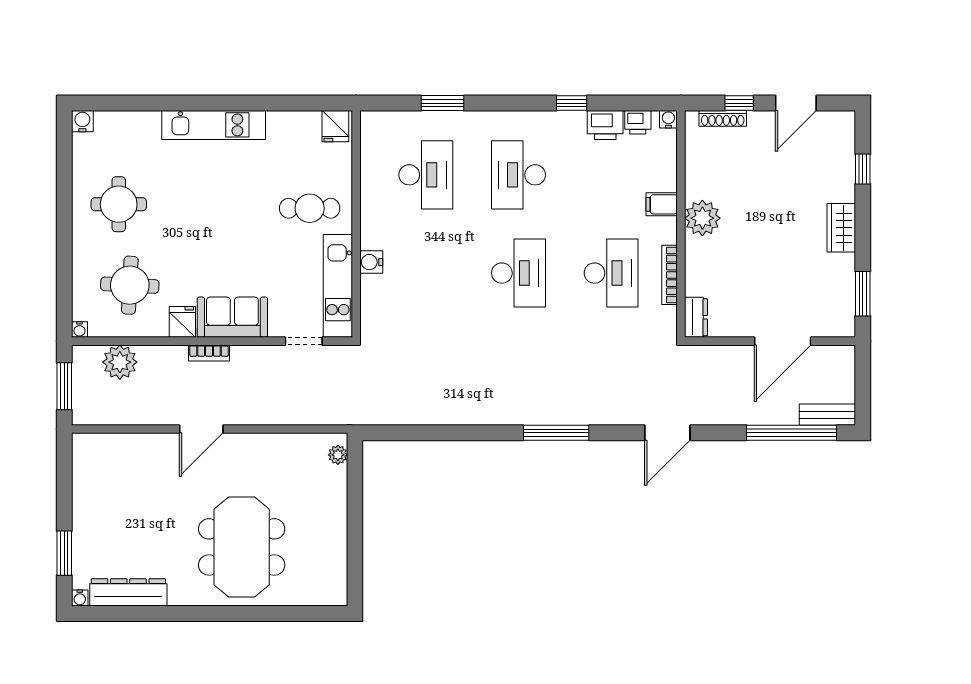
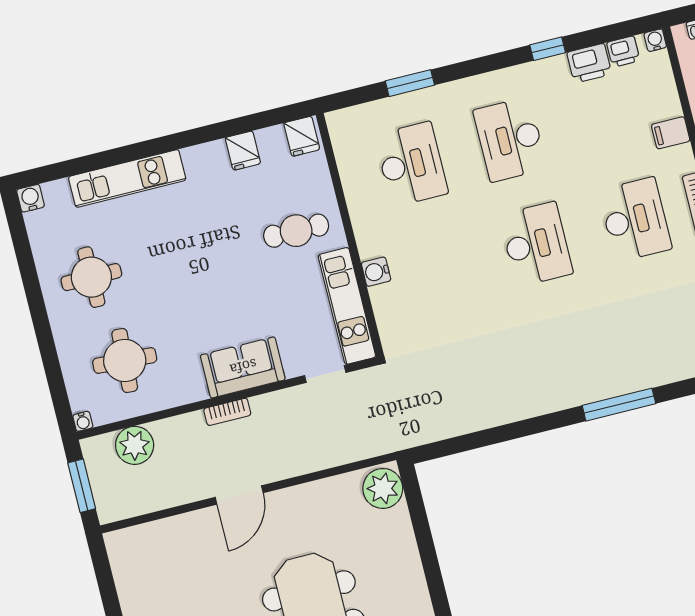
kitchen unit: (214, 125) -> (127, 178), moved
fridge: (182, 322) -> (243, 151), moved, turned 180
plant: (338, 455) -> (383, 488), width x1.87, depth x1.87

